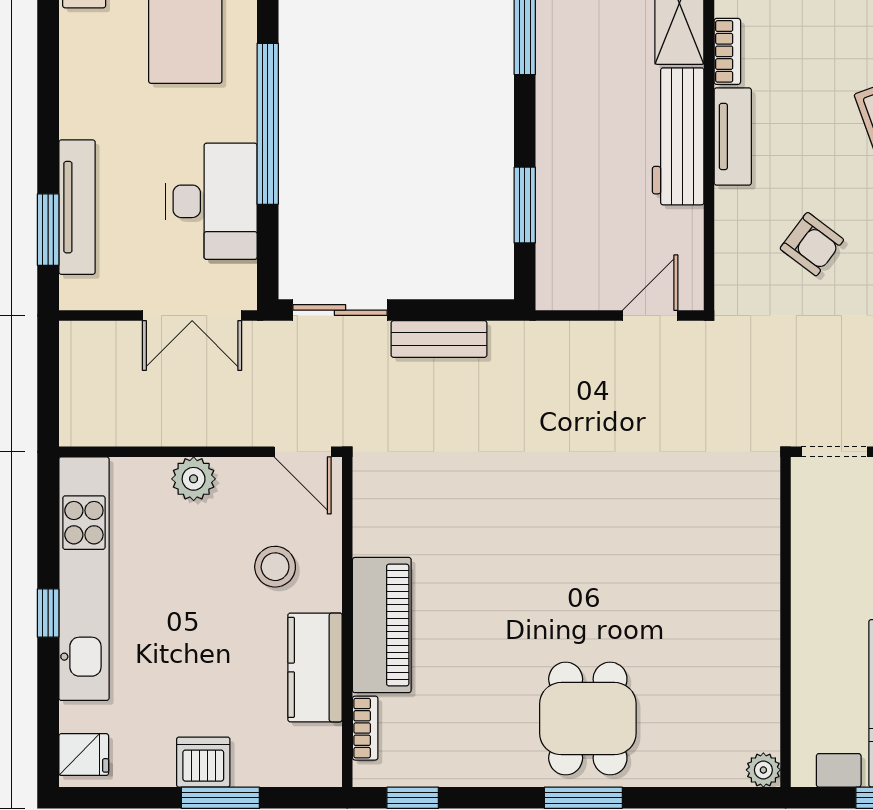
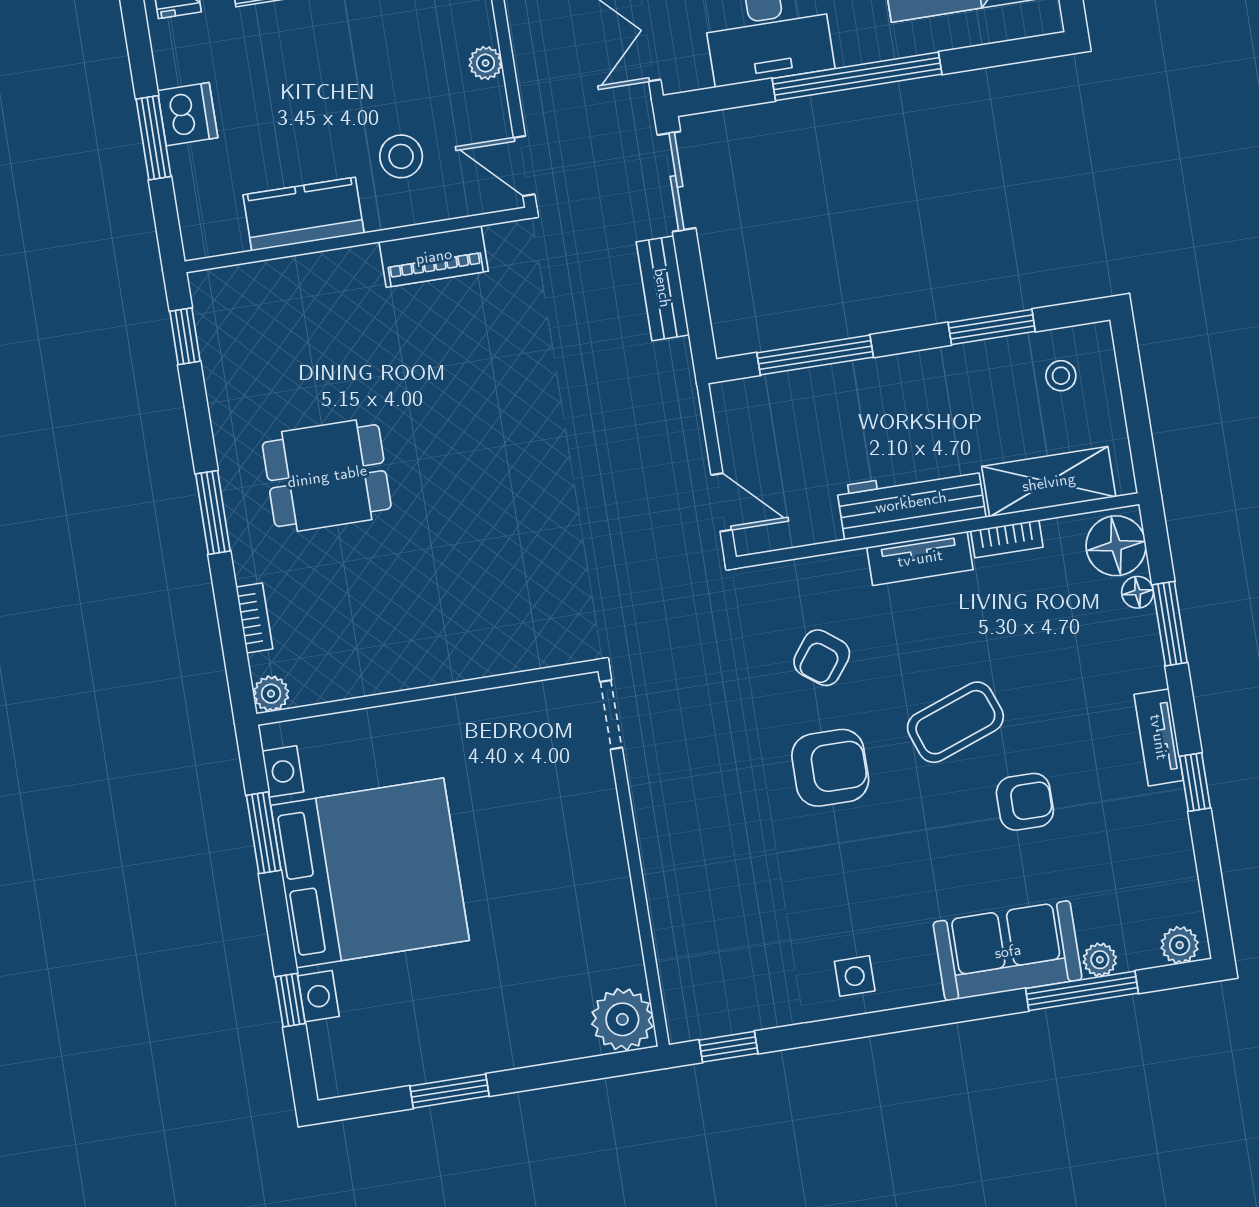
window: (525, 205) -> (815, 355), width x1.44
door: (303, 452) -> (524, 166), hinge flipped
plant: (194, 479) -> (486, 63), width x0.73, depth x0.73
piano: (382, 625) -> (434, 256), moved, width x0.73, depth x0.75
dining table: (588, 719) -> (327, 476), moved
bookcase: (365, 728) -> (254, 618), moved, turned -90

